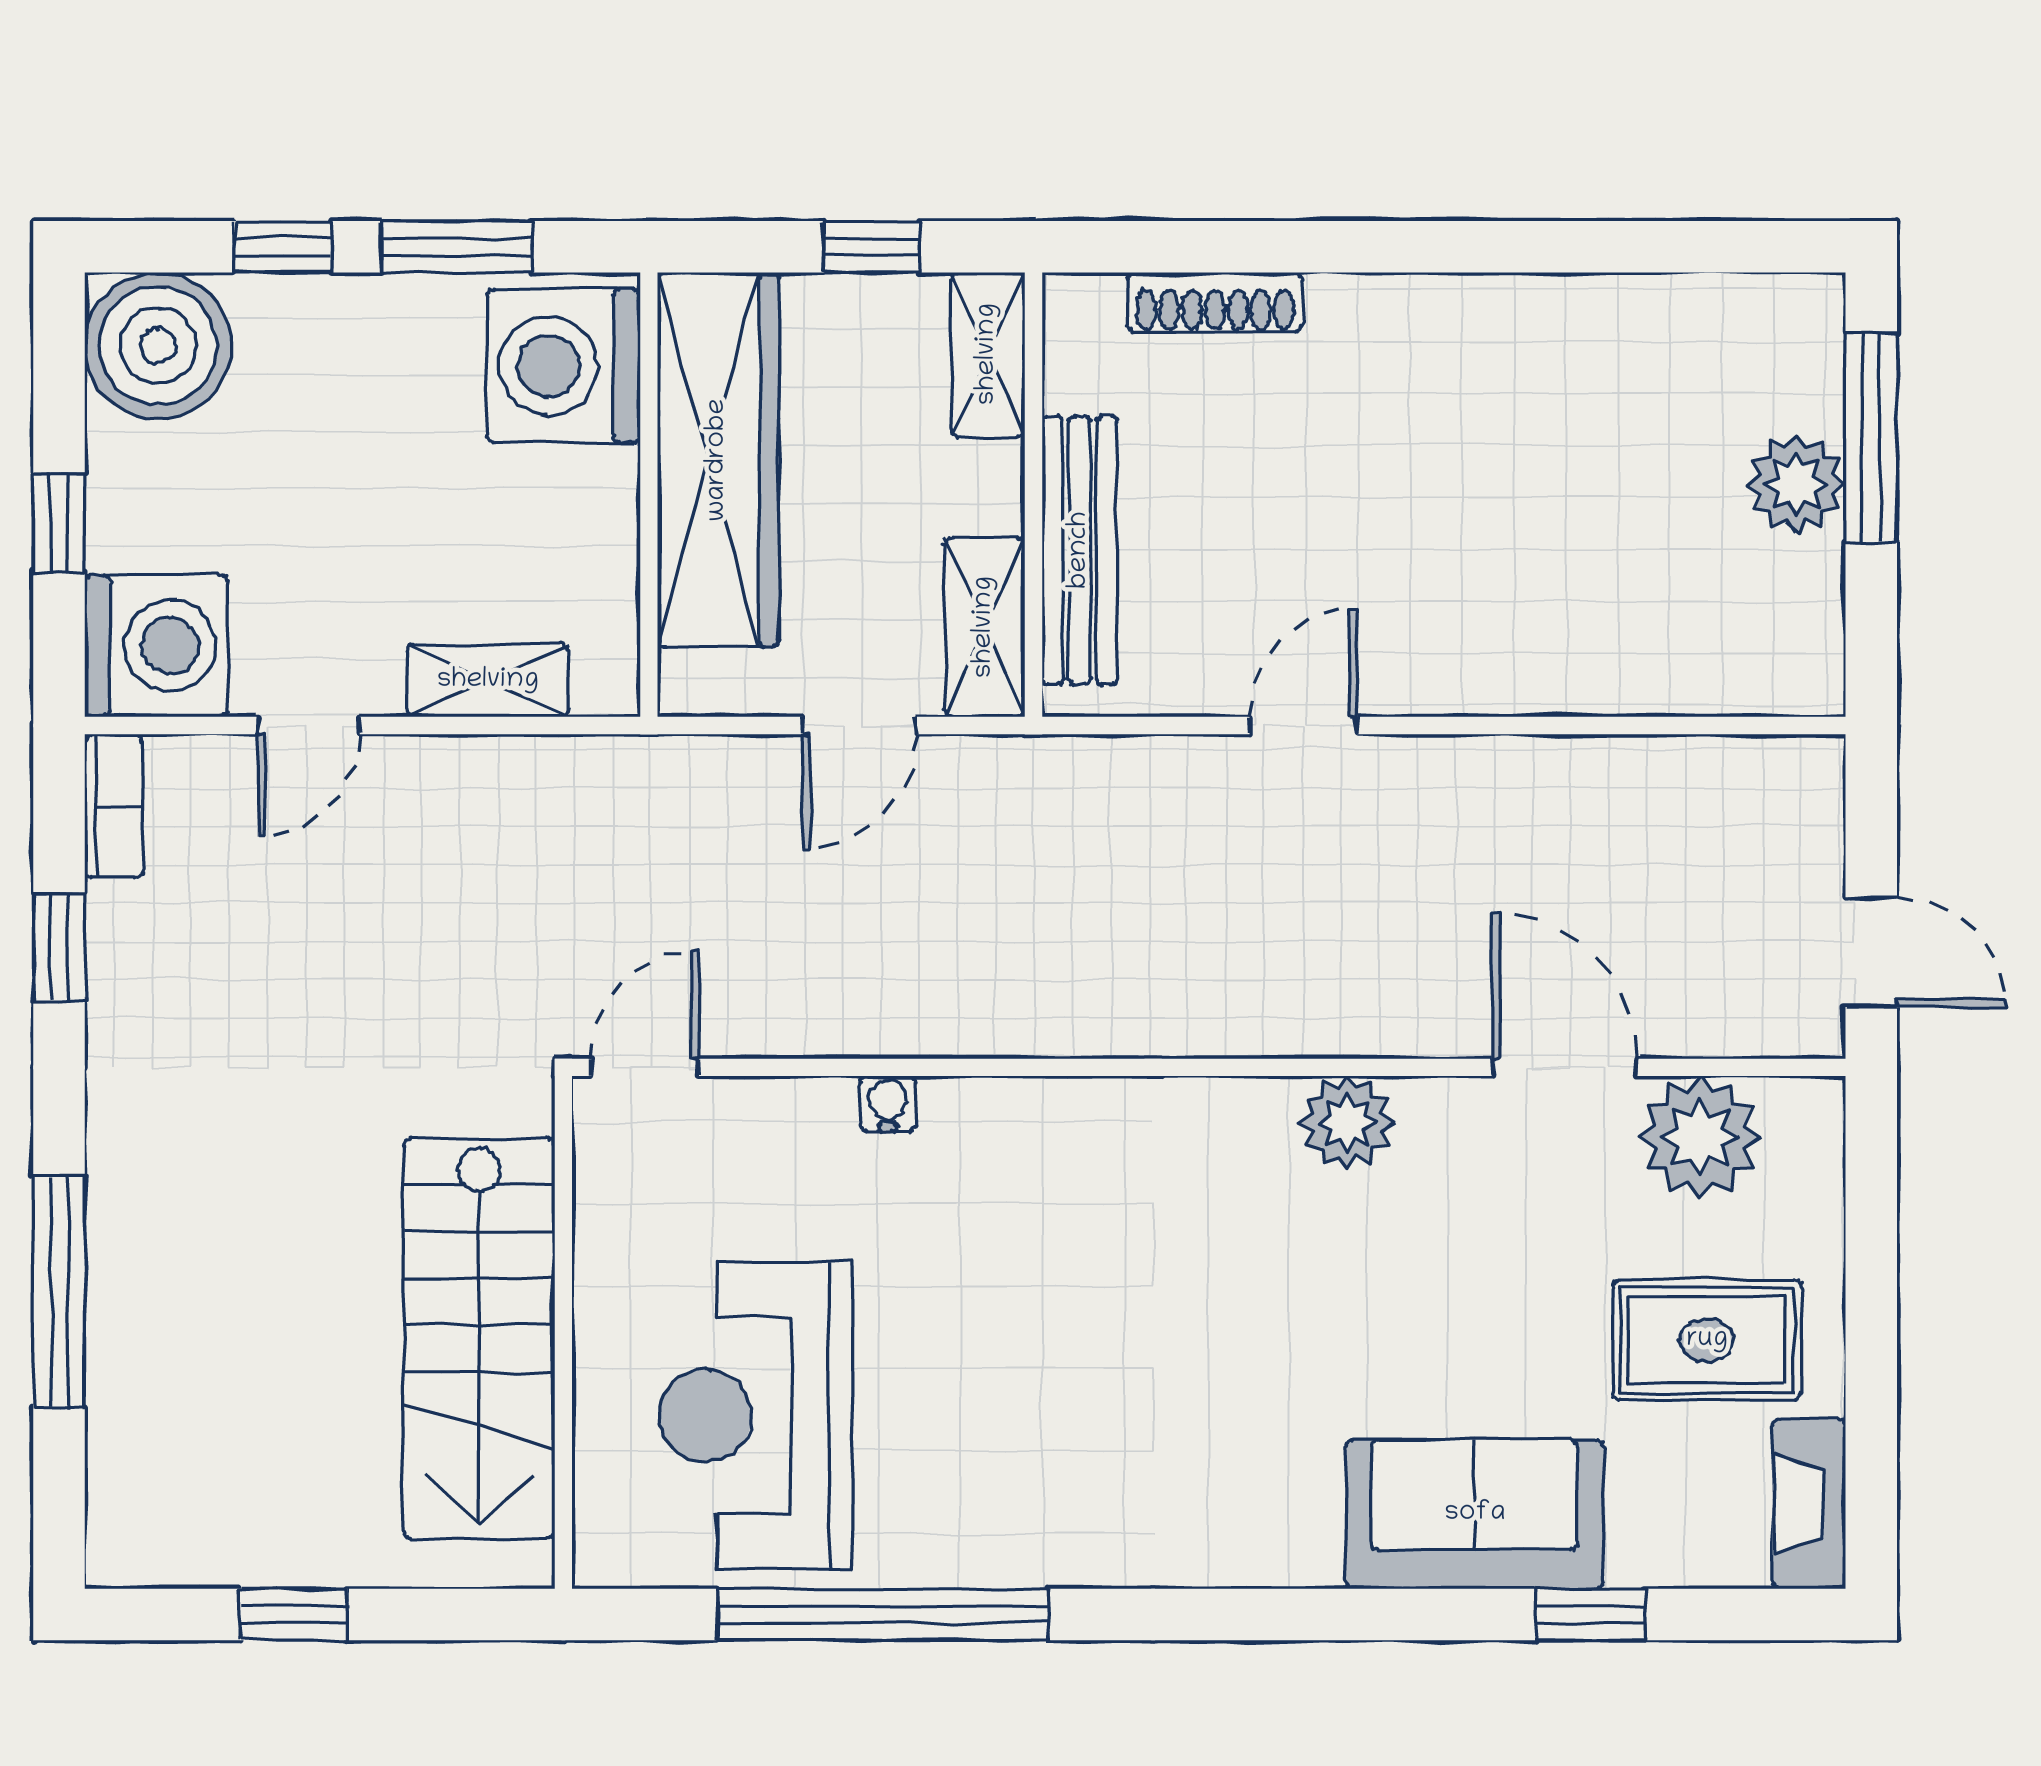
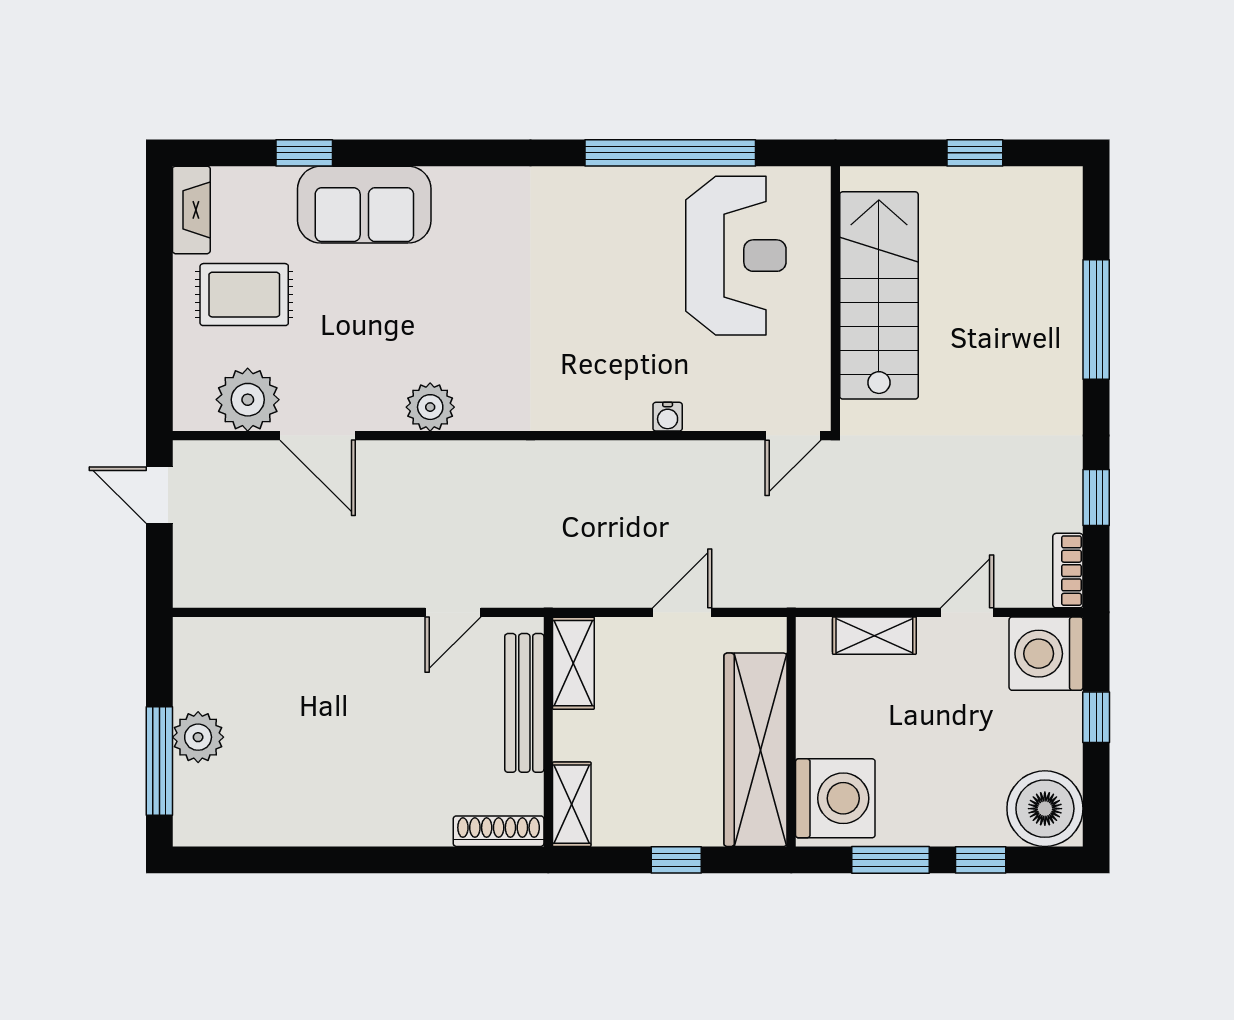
shelving: (988, 354) -> (572, 804), moved
wall: (1033, 495) -> (548, 732), moved
bench: (1080, 550) -> (524, 703), moved
shelving: (985, 627) -> (573, 663), moved

